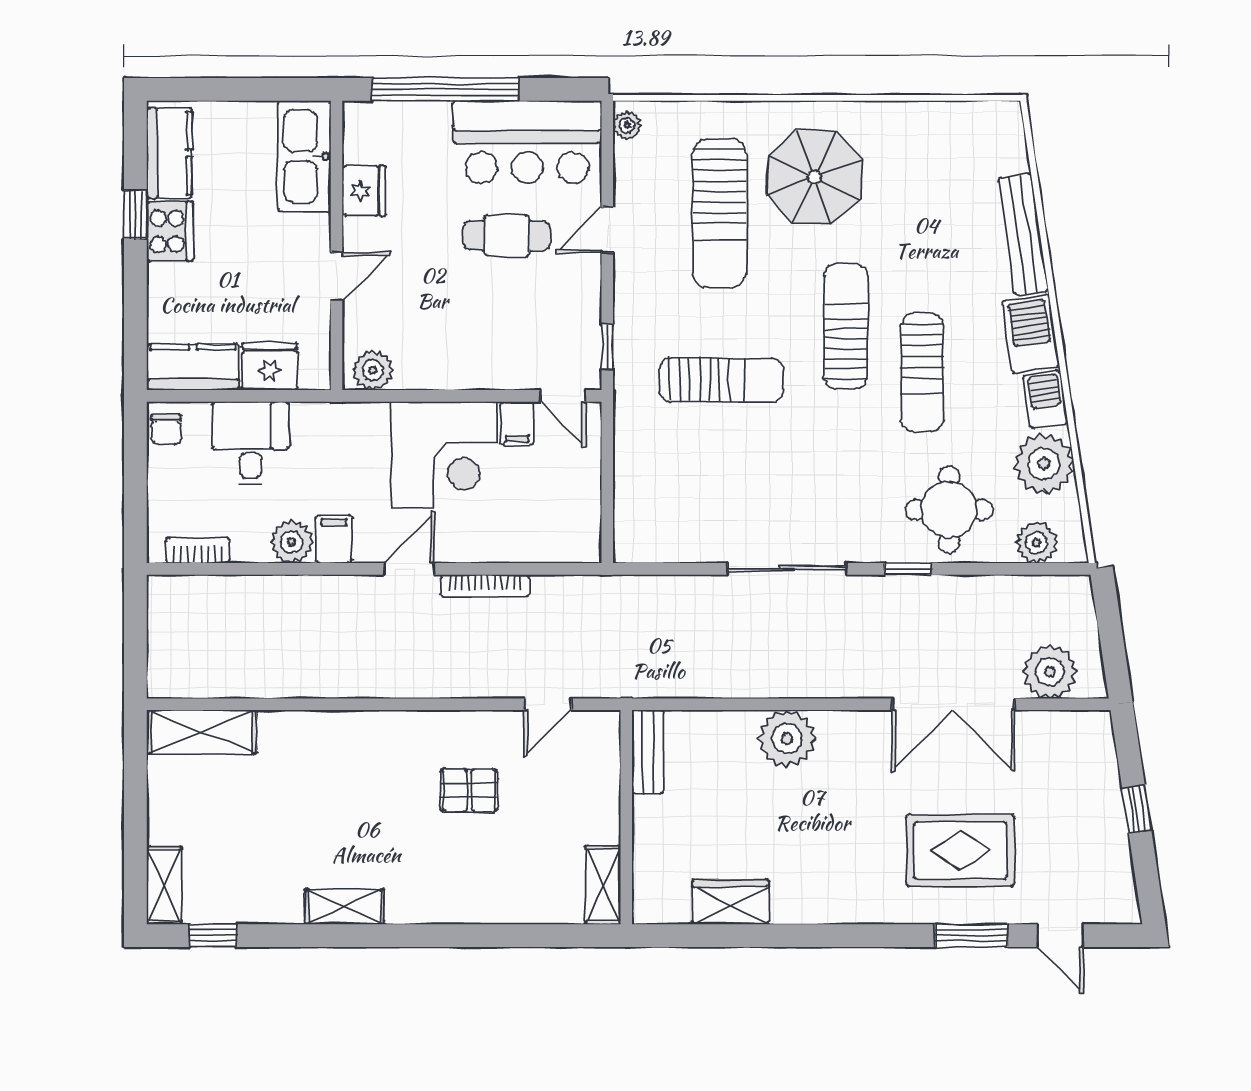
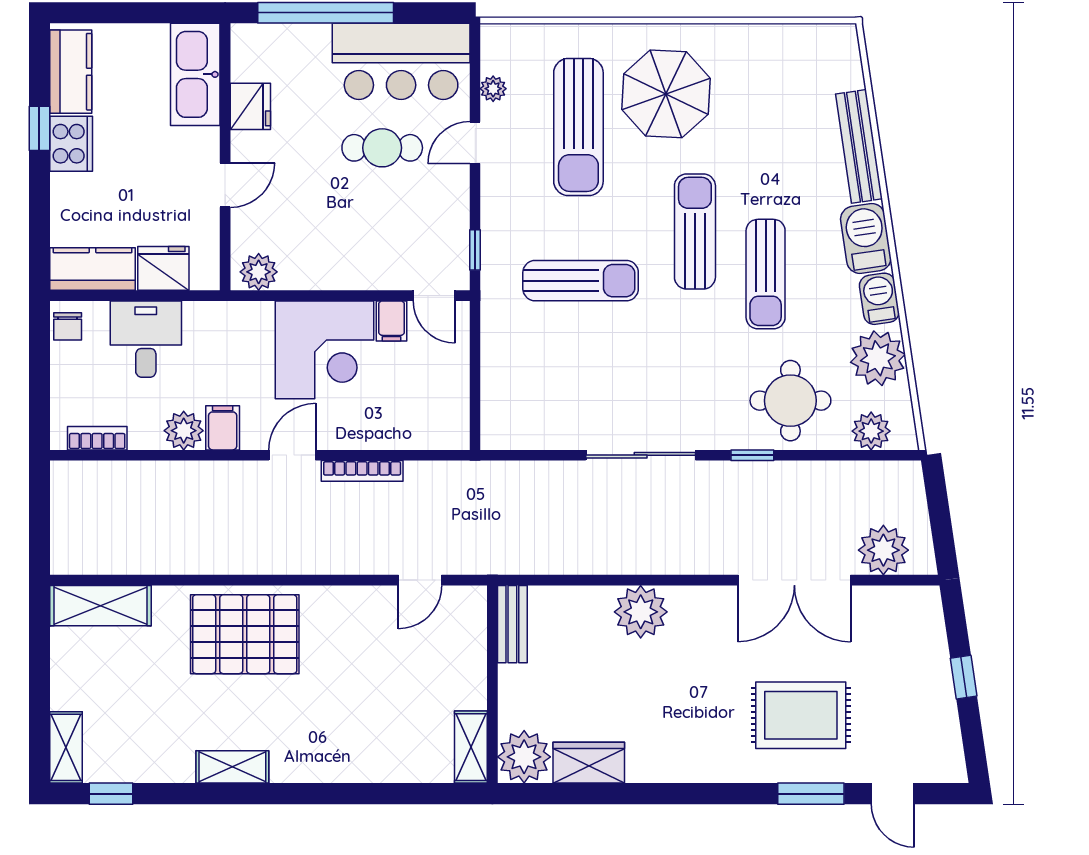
plant: (627, 125) -> (493, 89), moved
pallet: (469, 790) -> (245, 634), moved, width x2.05, depth x2.00
plant: (660, 896) -> (524, 757), added

